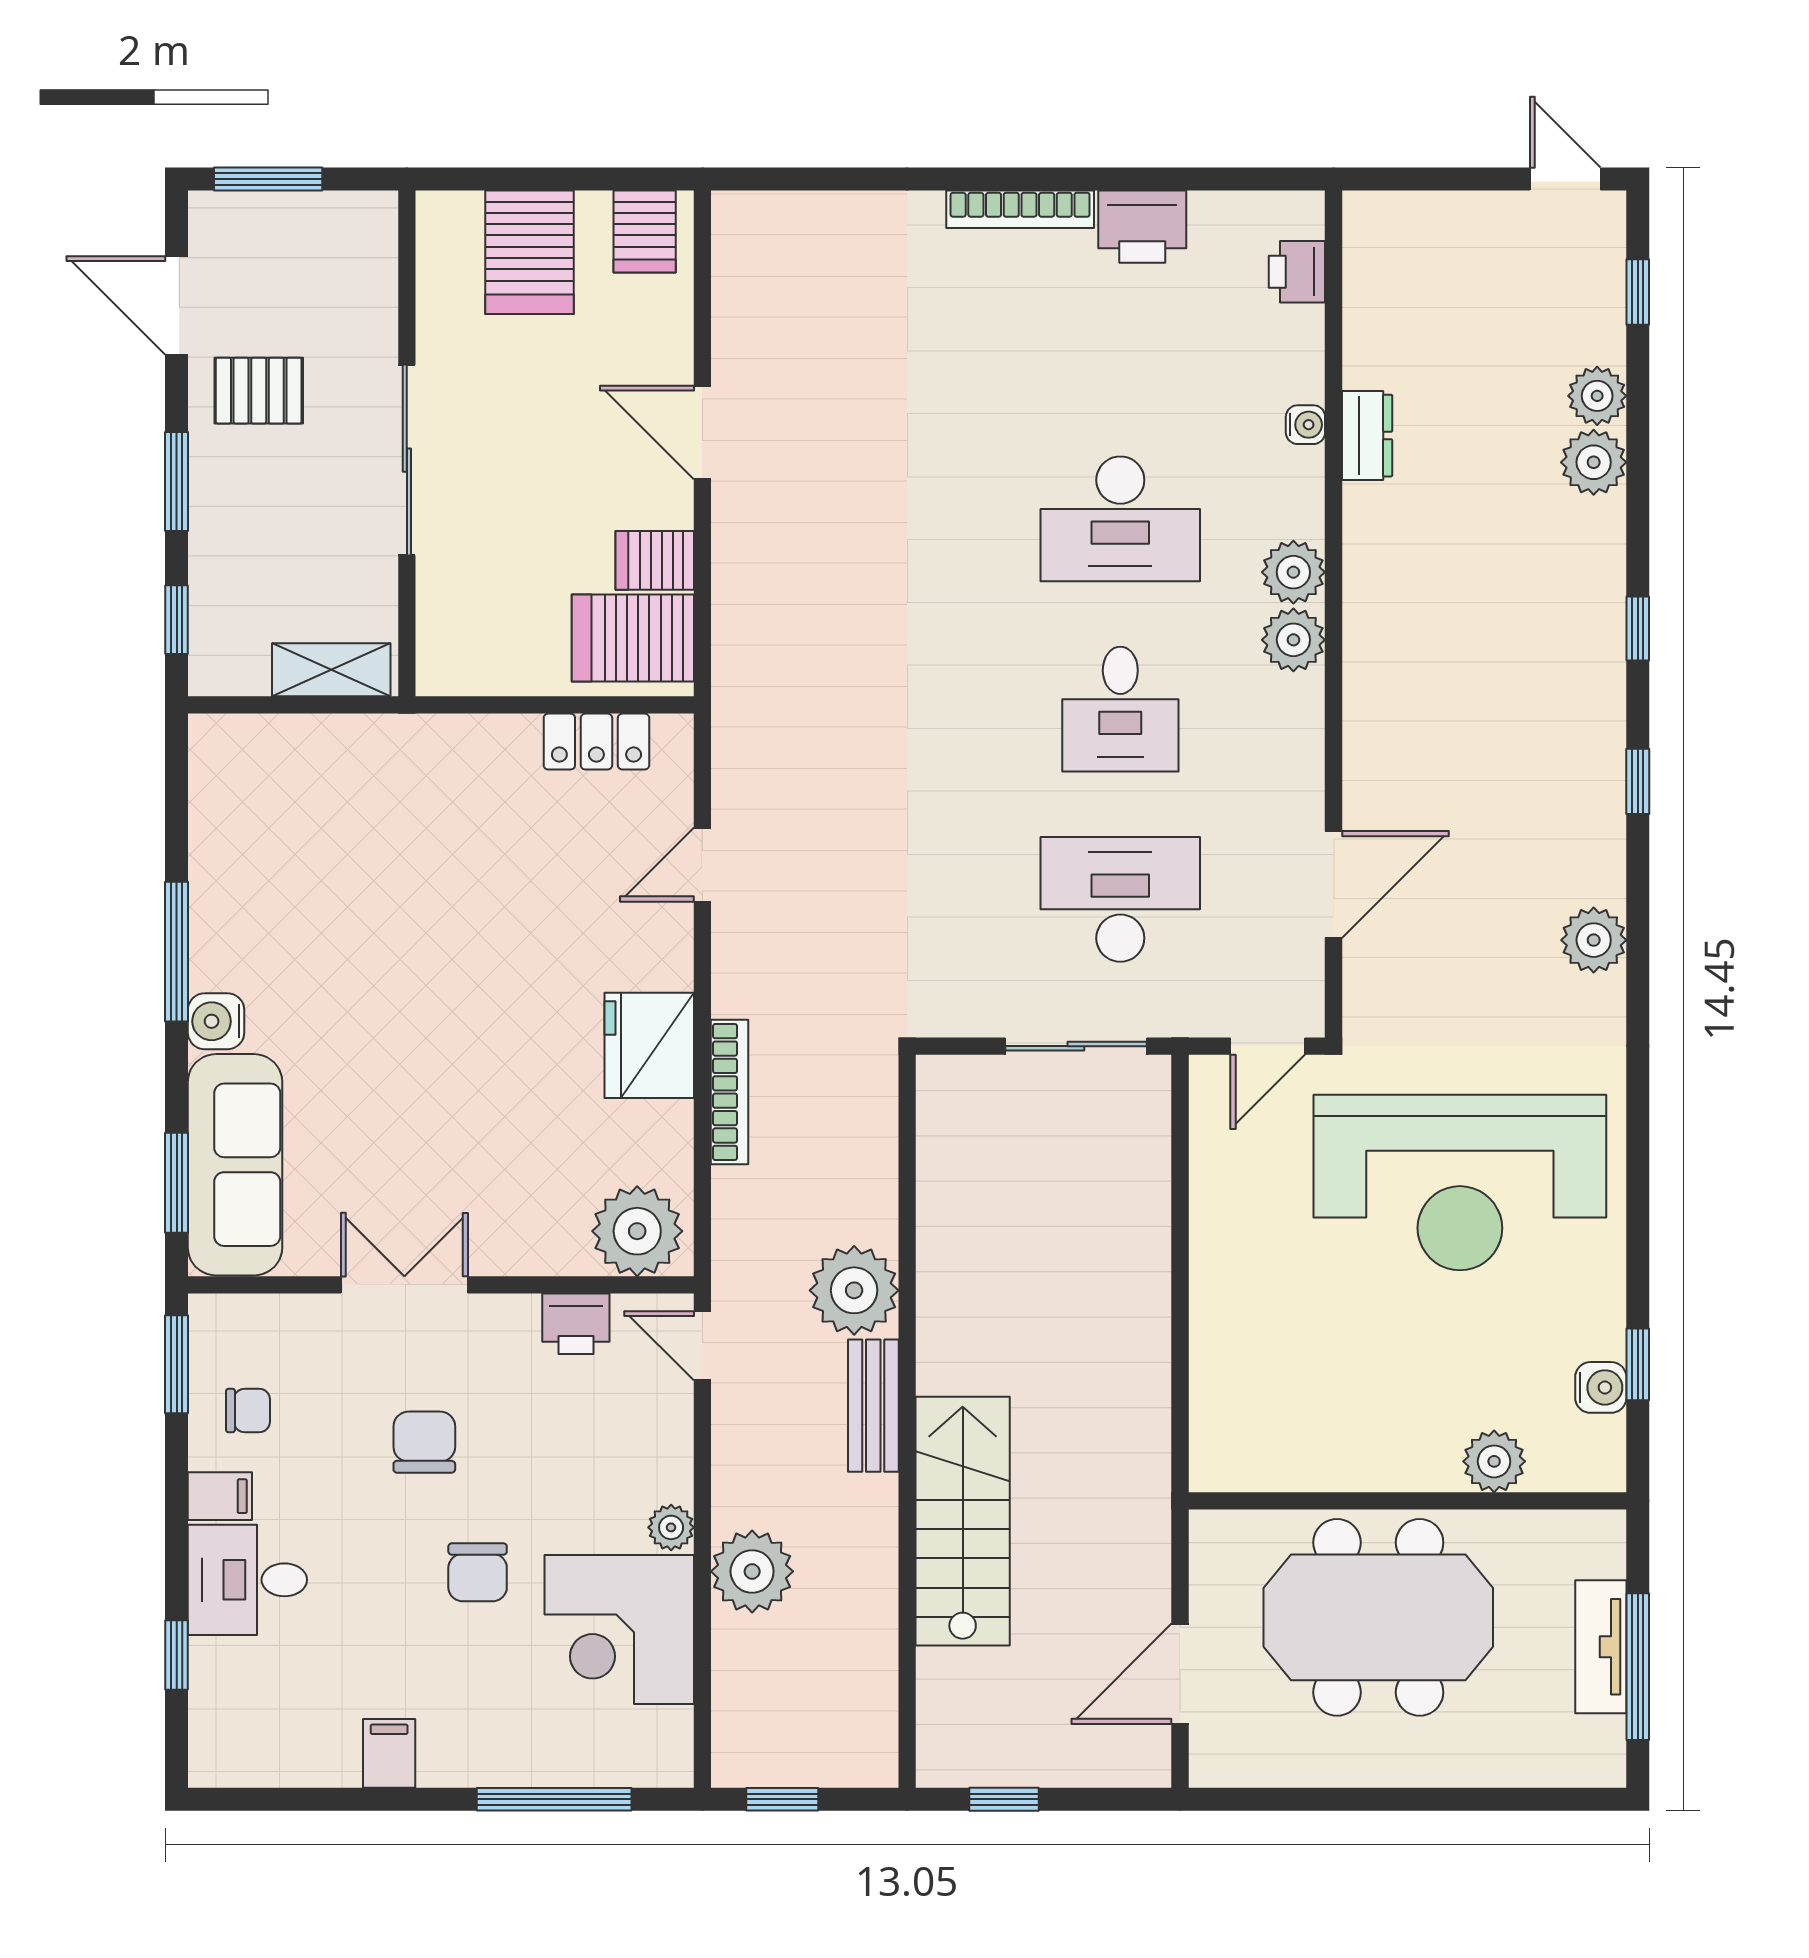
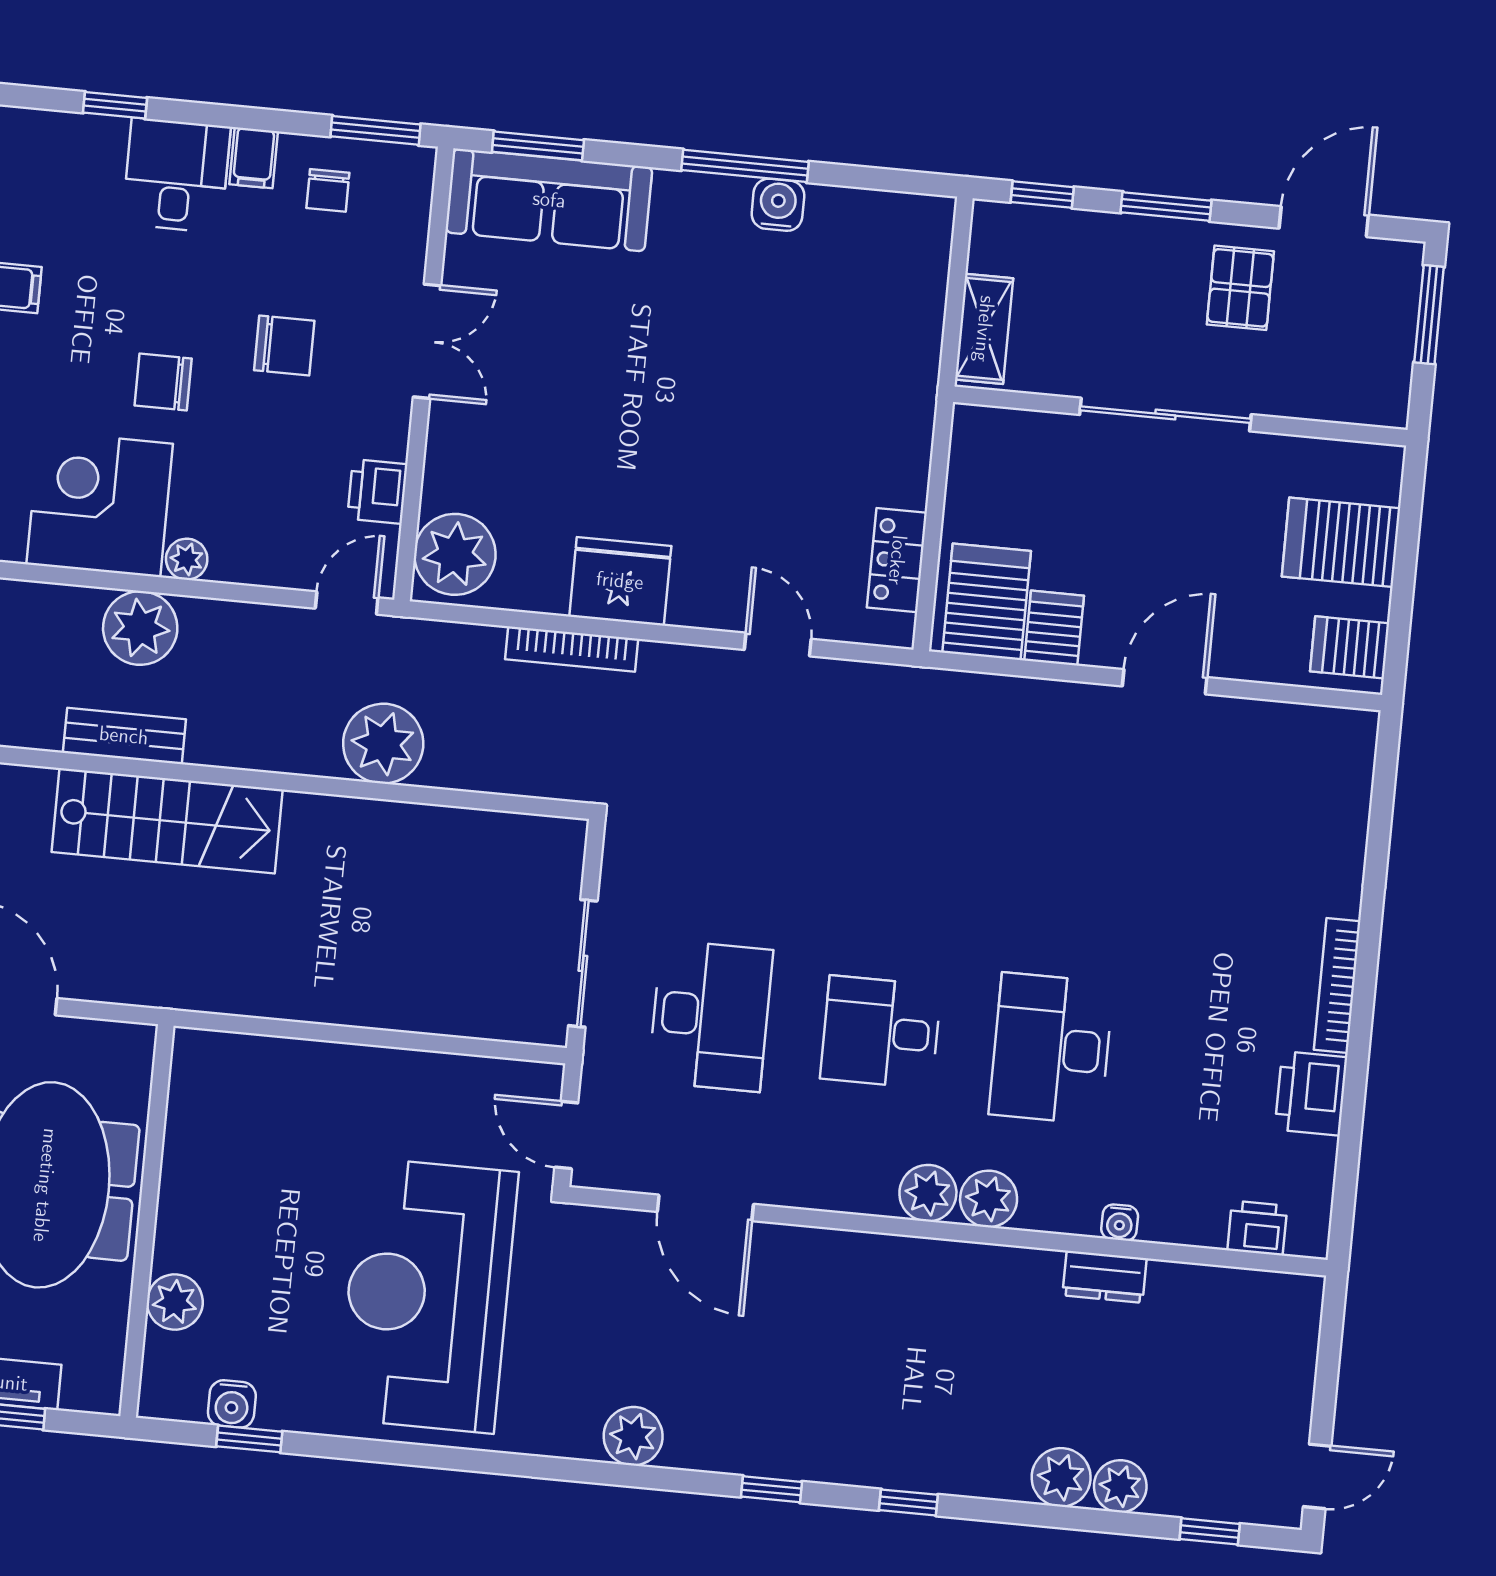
water cooler: (216, 1021) -> (778, 205), moved
bench: (873, 1406) -> (124, 736), moved

